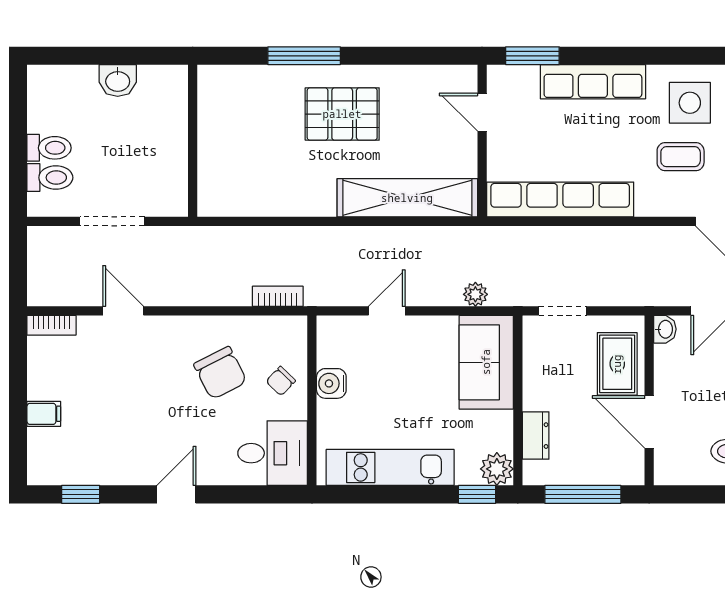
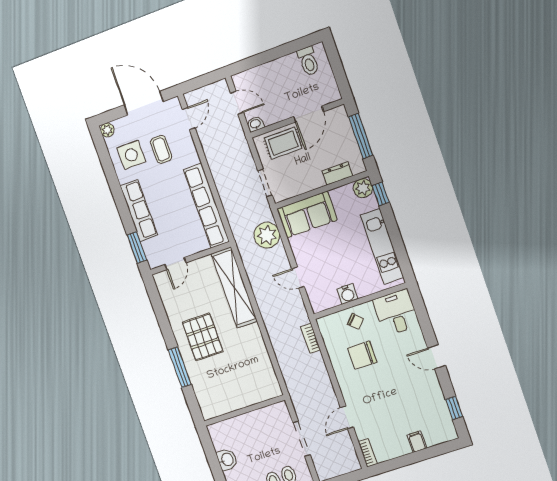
plant: (475, 294) -> (267, 235), width x1.88, depth x1.88
chair: (220, 373) -> (362, 355), turned -153

